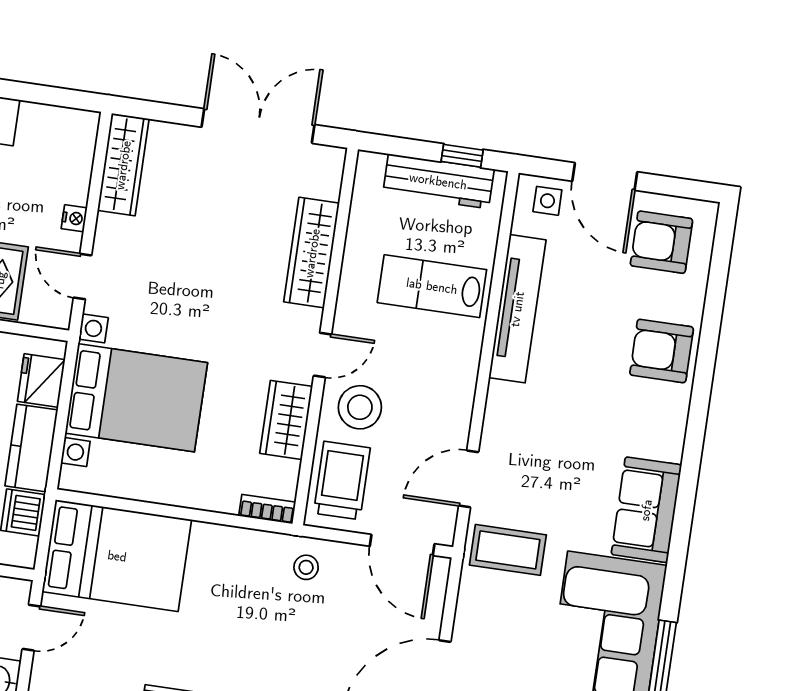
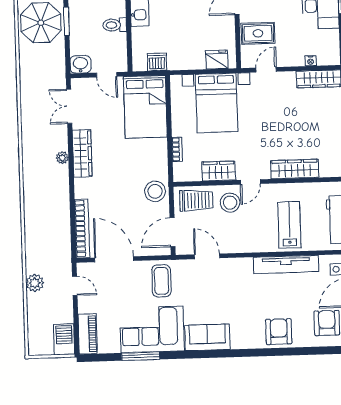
nightstand: (74, 218) -> (311, 61), moved
door: (323, 355) -> (250, 182), hinge flipped
kitchen counter: (31, 448) -> (186, 61), removed
bookcase: (267, 509) -> (177, 149), moved
coffee table: (508, 550) -> (161, 281), moved
stool: (306, 567) -> (155, 191), width x1.89, depth x1.89

